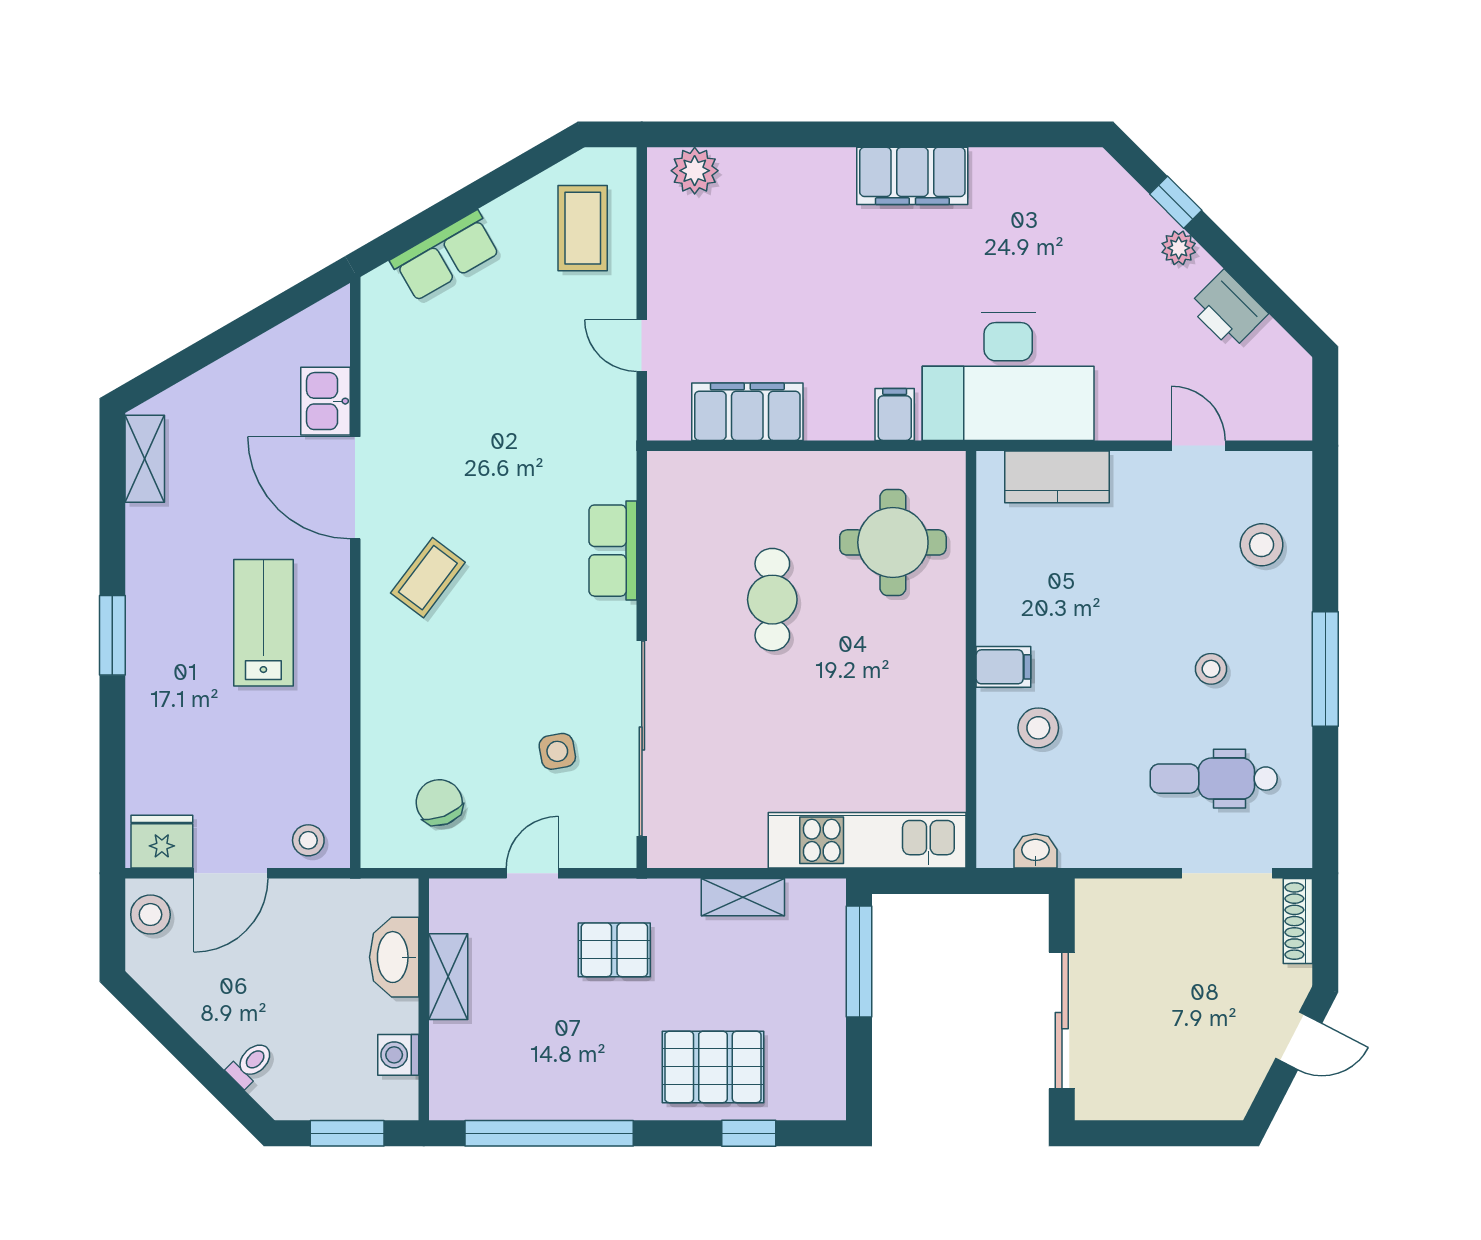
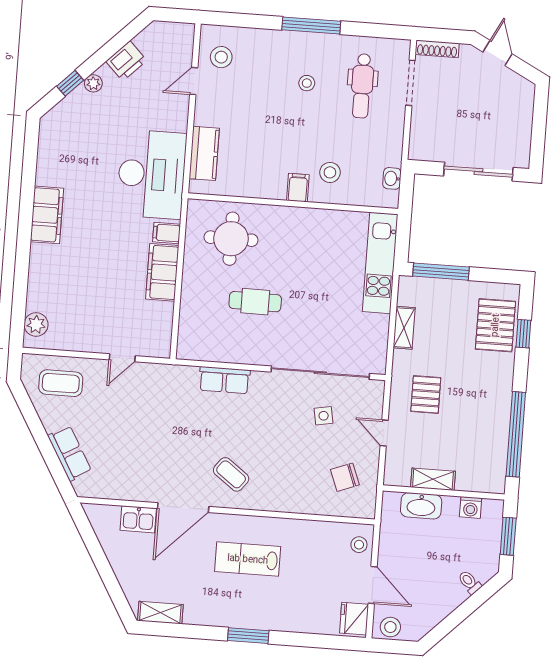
filing cabinet: (747, 412) -> (162, 272), moved
stool: (1262, 545) -> (221, 57), moved
pallet: (713, 1067) -> (495, 325), moved

